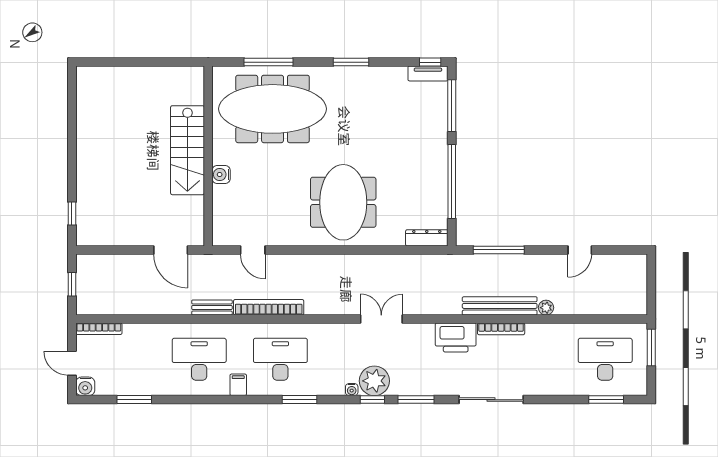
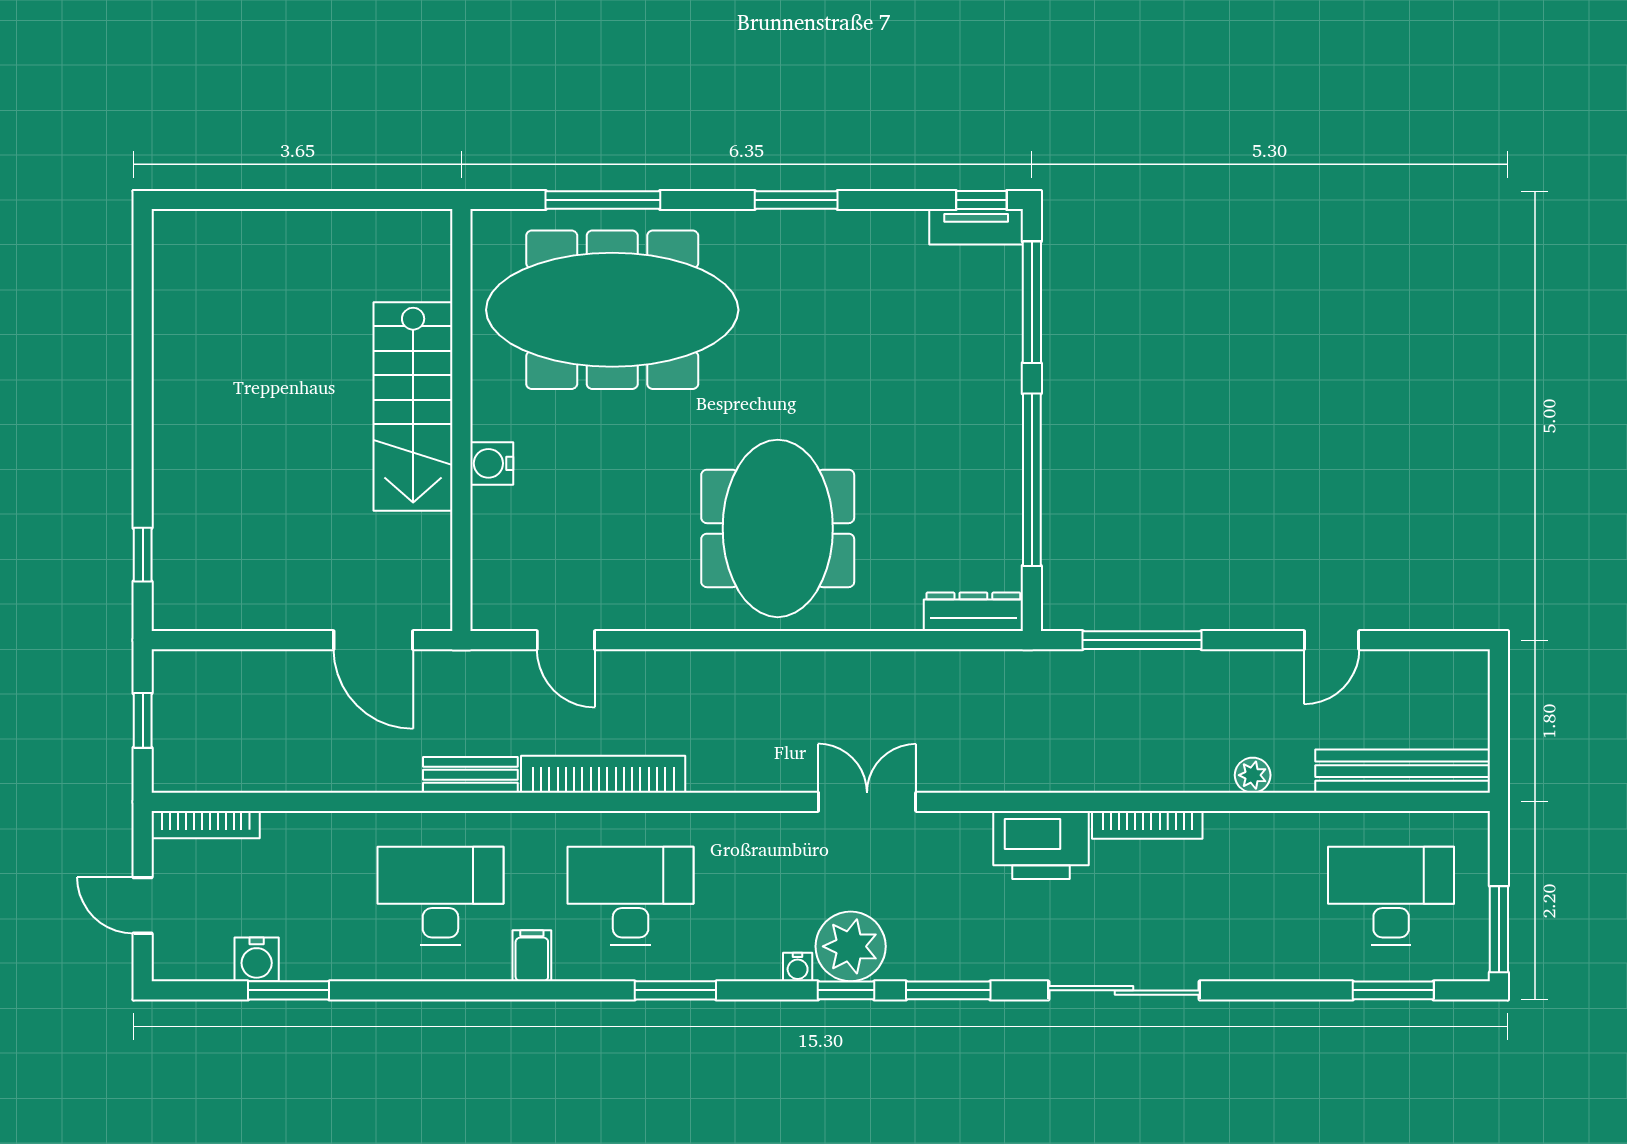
bench: (500, 306) -> (1403, 771), moved
window: (651, 348) -> (1499, 929), moved
water cooler: (85, 386) -> (257, 959), moved

